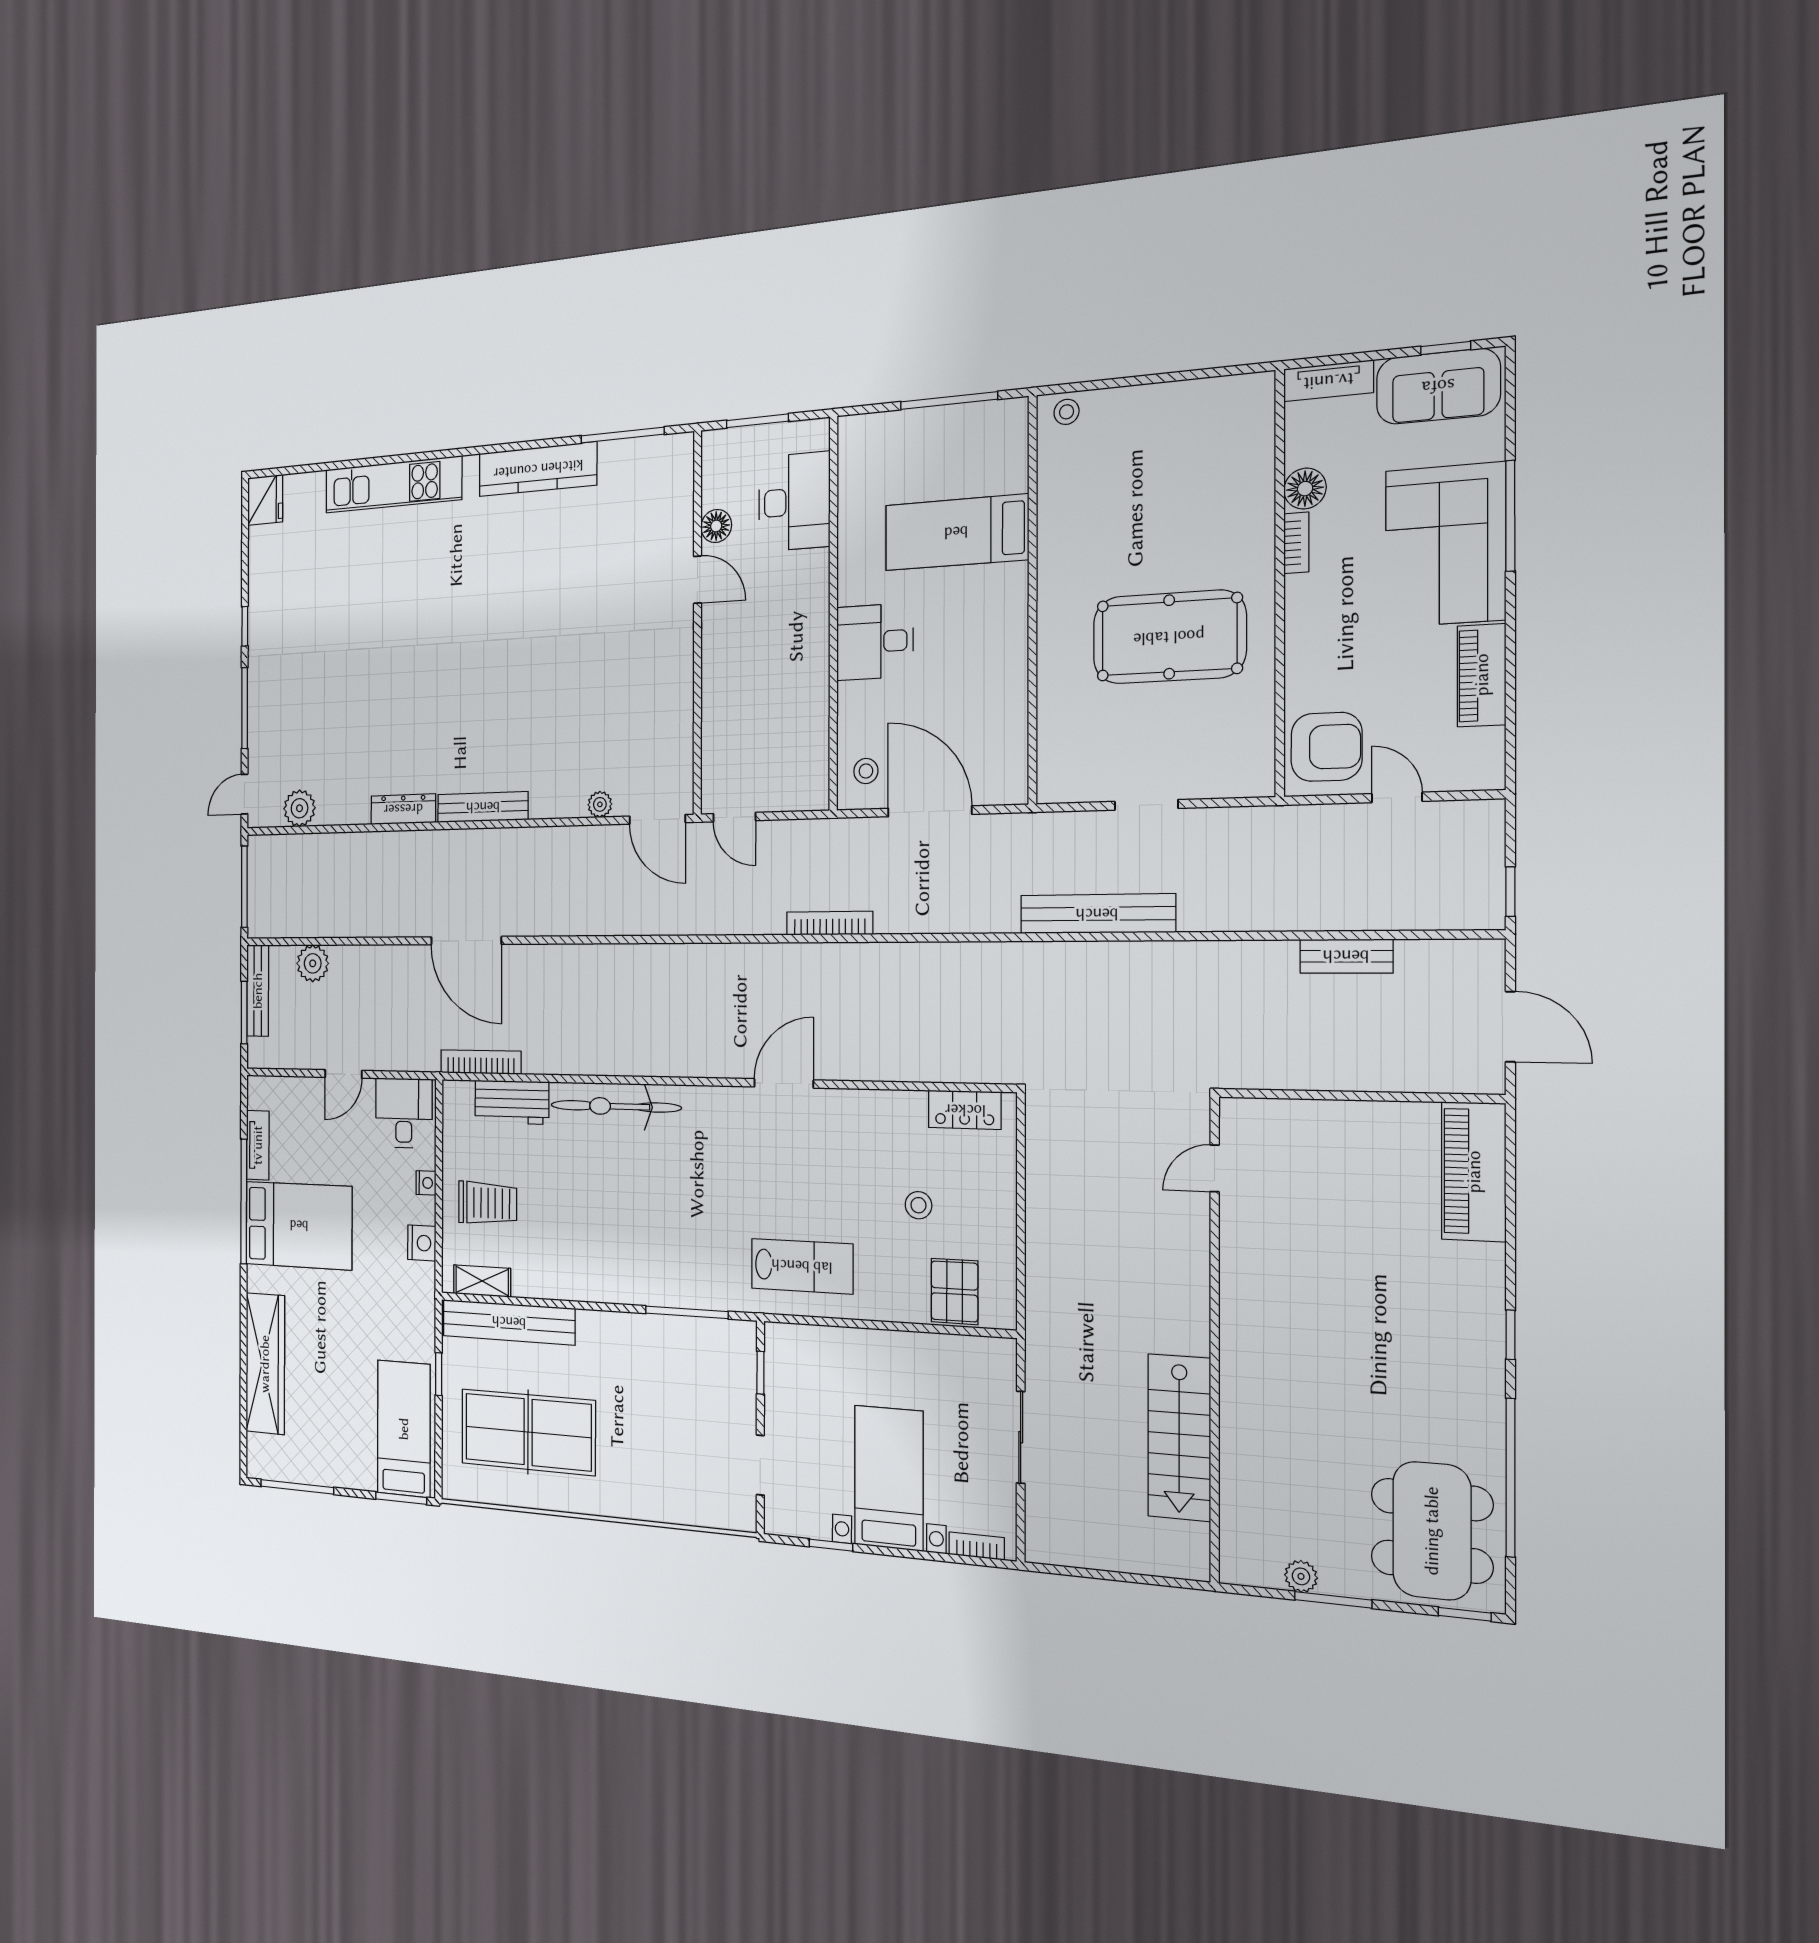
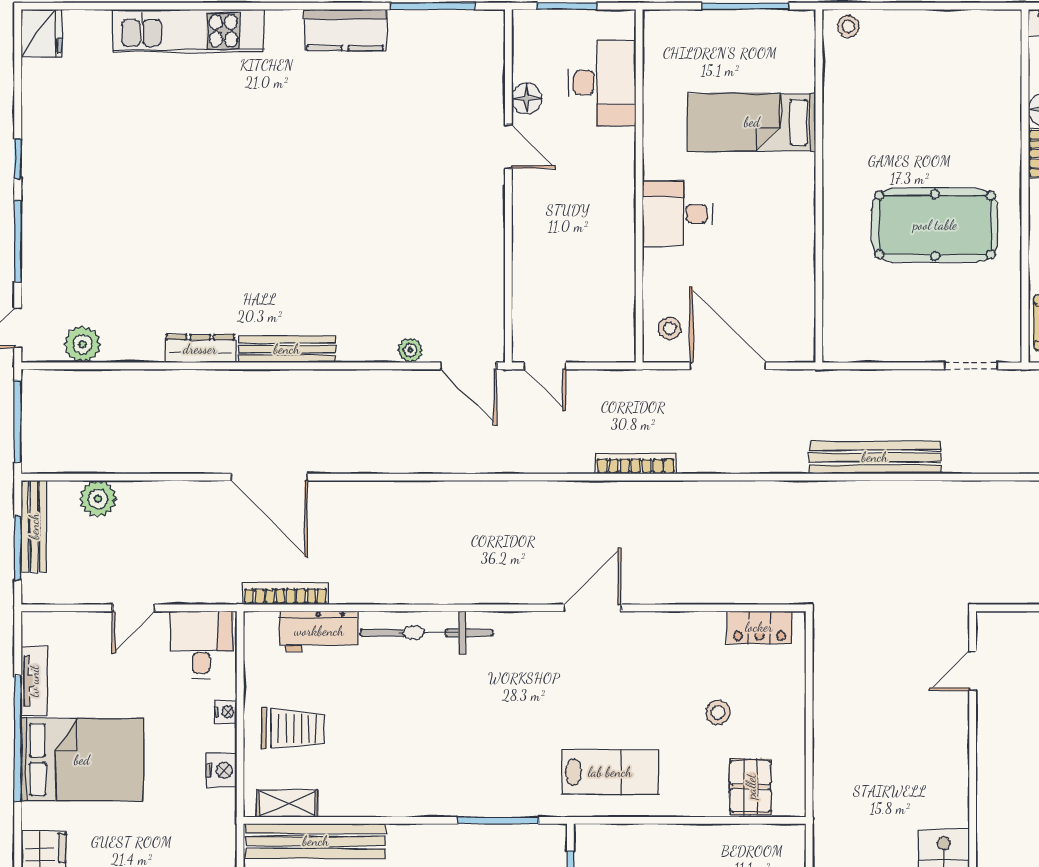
kitchen counter: (538, 469) -> (345, 30), width x0.67
doorway: (1146, 805) -> (971, 366), moved

